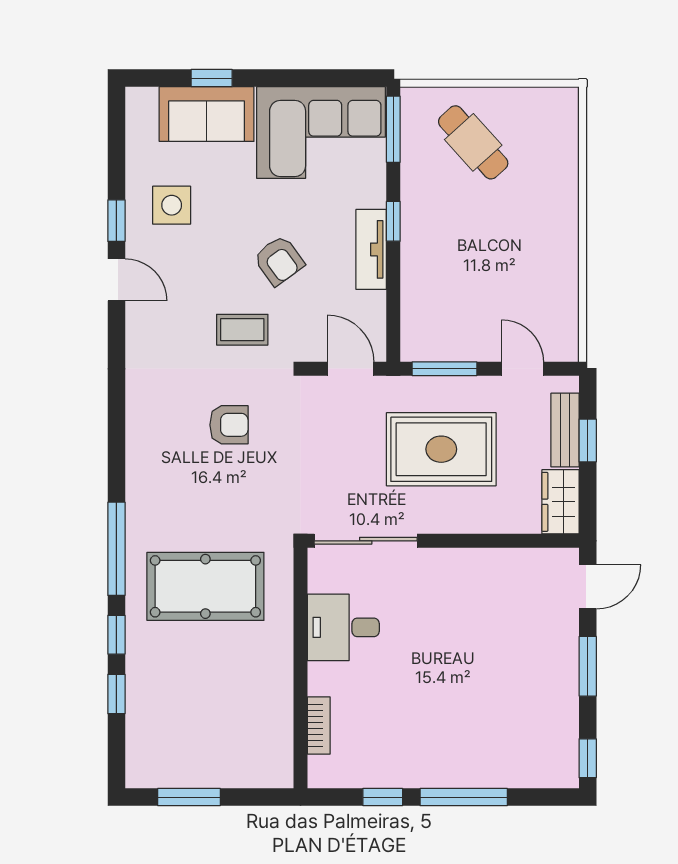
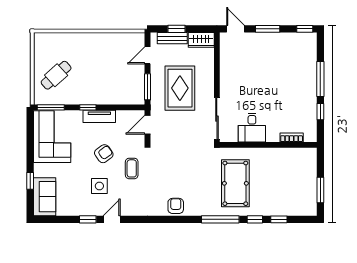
sofa: (207, 114) -> (45, 197), moved
side table: (172, 205) -> (99, 186), moved
armchair: (229, 425) -> (176, 206), moved

